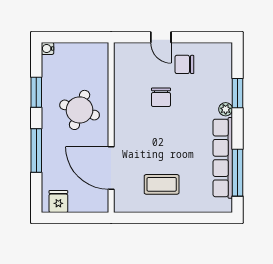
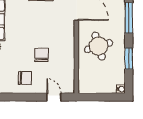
door: (161, 37) -> (54, 97), moved
round table: (80, 110) -> (99, 46), turned -36

